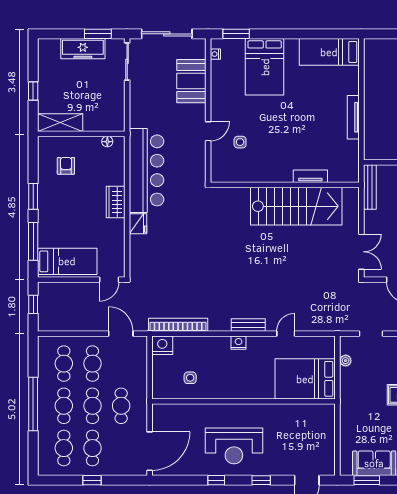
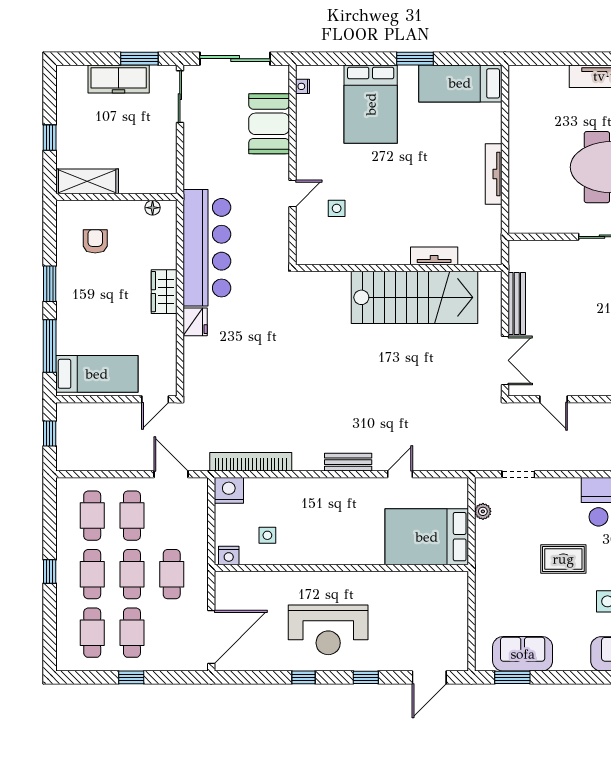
window: (236, 34) -> (415, 59), moved
bench: (370, 187) -> (517, 304), moved
nightstand: (239, 343) -> (229, 555), moved, turned 180
window: (33, 404) -> (50, 571), width x0.32

